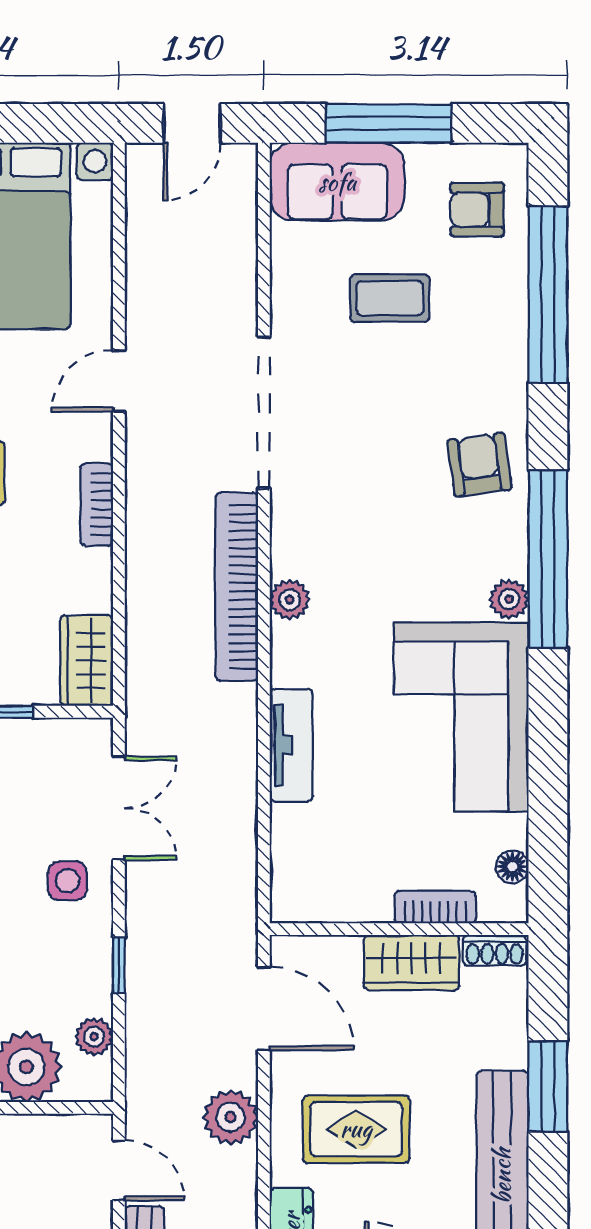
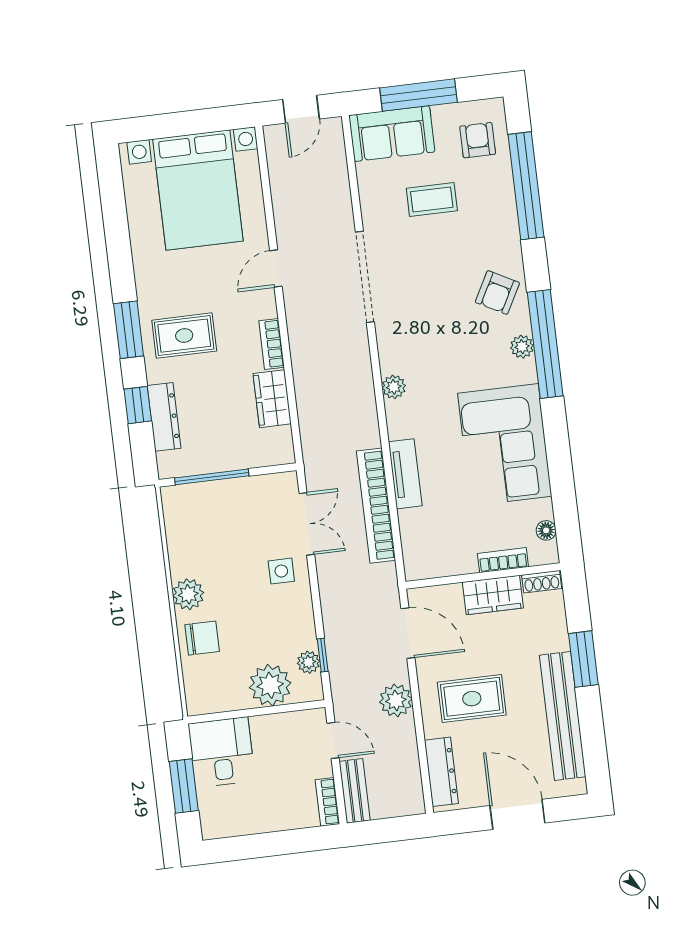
armchair: (477, 210) -> (478, 140), turned 90
armchair: (479, 465) -> (497, 292), turned -144
bookcase: (237, 587) -> (376, 506), moved
plant: (509, 599) -> (522, 347), moved
wardrobe: (87, 660) -> (272, 399), moved
window: (119, 965) -> (323, 655), moved

